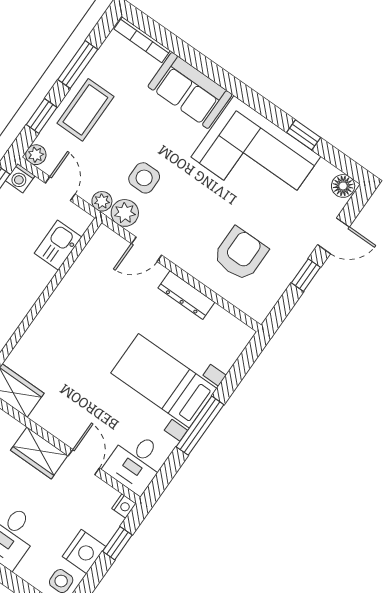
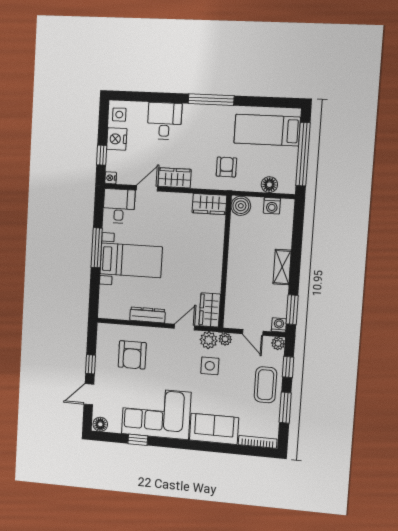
kitchen sink: (58, 245) -> (235, 300), removed
wardrobe: (99, 252) -> (210, 310), added
door: (84, 462) -> (147, 188), swing flipped

